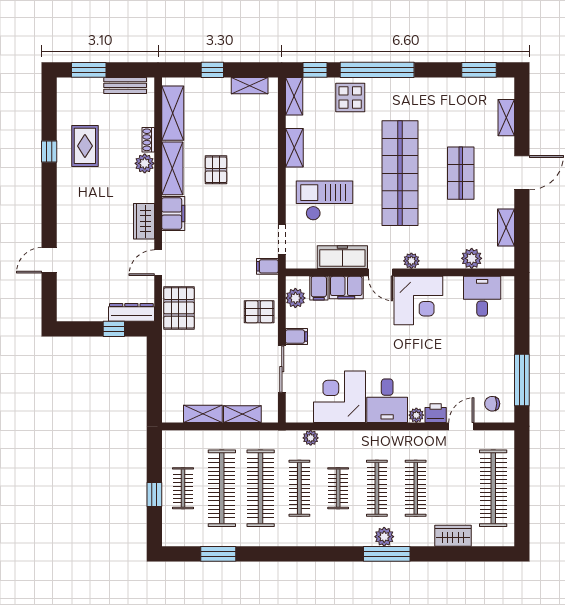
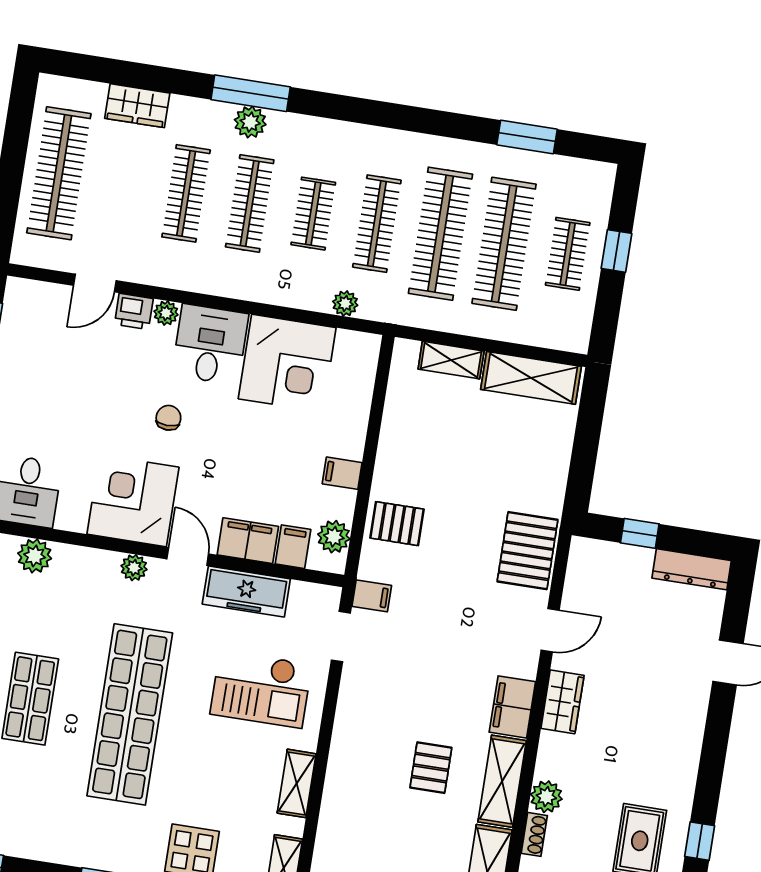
dresser: (131, 312) -> (692, 569), moved
sliding door: (282, 369) -> (375, 424), removed
chair: (492, 404) -> (168, 418), moved, turned -90
shelving: (203, 414) -> (531, 378), width x1.50, depth x1.33

